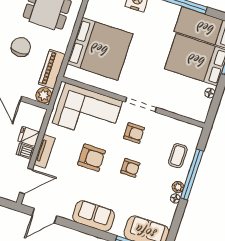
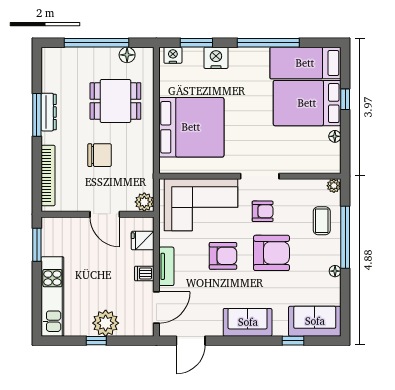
chair: (21, 47) -> (100, 155), turned 90
piano: (52, 69) -> (144, 169), removed
fridge: (29, 136) -> (143, 241), moved
armchair: (130, 168) -> (272, 253), width x1.88, depth x1.88
plant: (178, 187) -> (334, 186), moved

